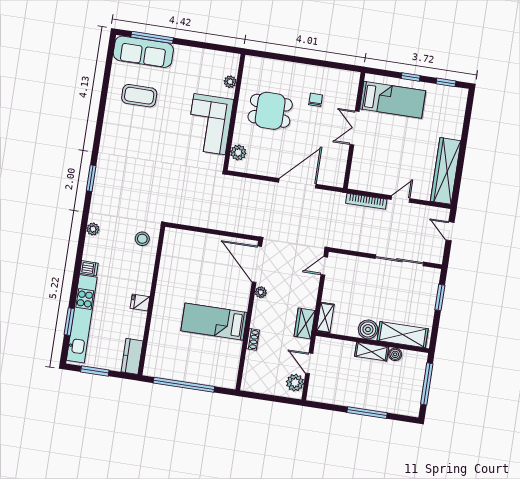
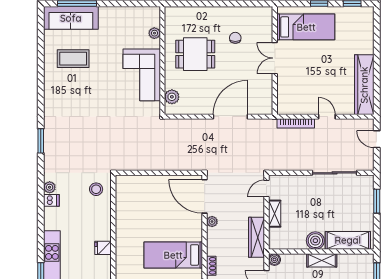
door: (400, 199) -> (327, 117), hinge flipped
dishwasher: (89, 268) -> (51, 200), moved
shelving: (325, 318) -> (275, 214), moved
wardrobe: (305, 323) -> (257, 237), width x1.50
boiler: (395, 354) -> (274, 260), moved

